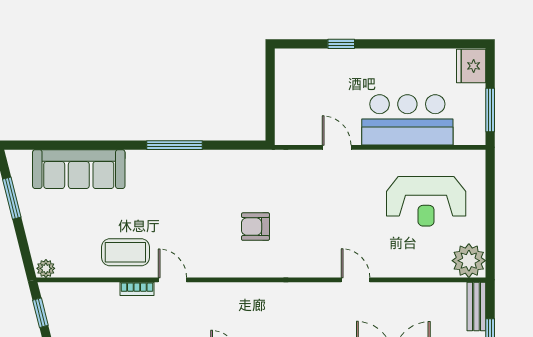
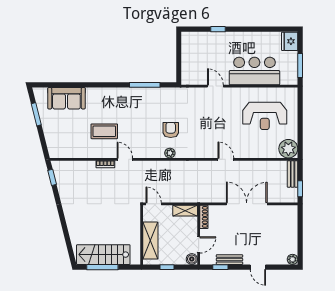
window: (175, 145) -> (145, 85), moved
sofa: (79, 169) -> (66, 98), width x0.73
armchair: (255, 227) -> (171, 130), turned 90
coffee table: (125, 252) -> (104, 131), moved
plant: (46, 268) -> (170, 153), moved

